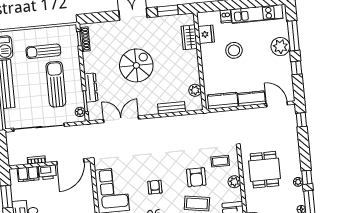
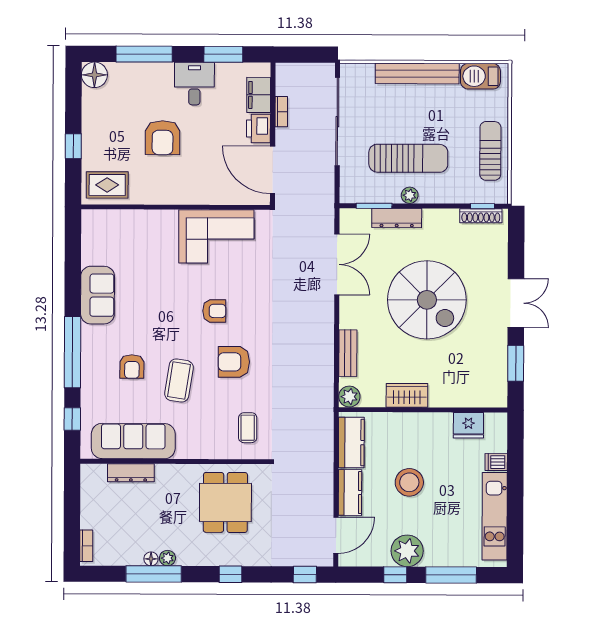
wardrobe: (189, 37) -> (407, 395), moved
plant: (280, 47) -> (407, 551), moved
stool: (234, 50) -> (409, 482), moved
sun lounger: (43, 51) -> (490, 151), moved
spiral stairs: (136, 65) -> (427, 300), width x1.37, depth x1.37
plant: (195, 90) -> (349, 397), moved
plant: (80, 112) -> (410, 195), moved
dining table: (264, 170) -> (225, 502), turned 90
armchair: (196, 177) -> (234, 362), moved
window: (307, 177) -> (231, 574), moved
plant: (234, 182) -> (210, 449), removed
plant: (298, 182) -> (167, 558), moved

